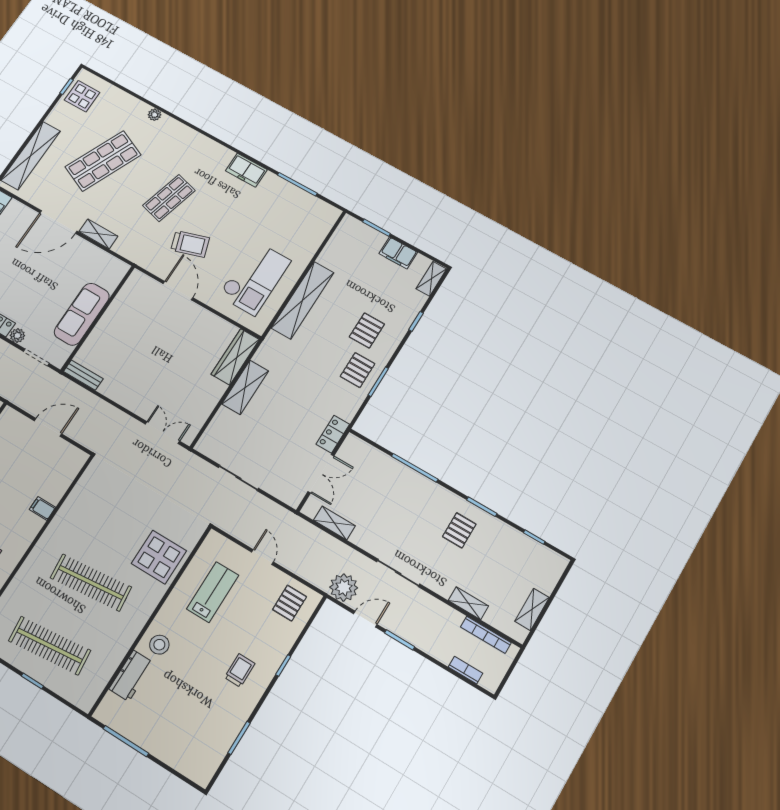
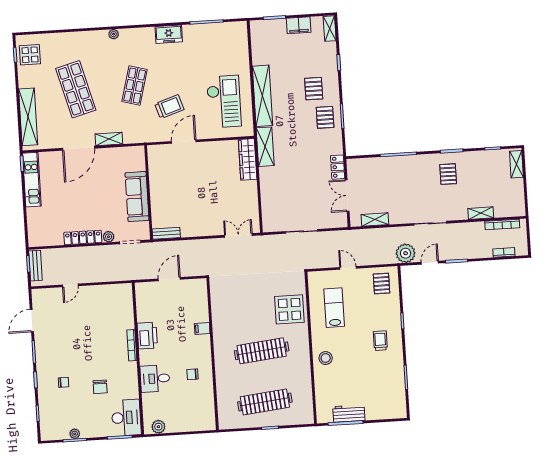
plant: (155, 115) -> (114, 34), moved
shop shelf: (103, 161) -> (76, 89), turned -39
door: (178, 291) -> (184, 142), hinge flipped
shelving: (245, 387) -> (265, 147), moved
double door: (321, 474) -> (347, 196), swing flipped
shelving: (532, 609) -> (516, 164), moved
workbench: (131, 676) -> (349, 413), moved, turned -90

